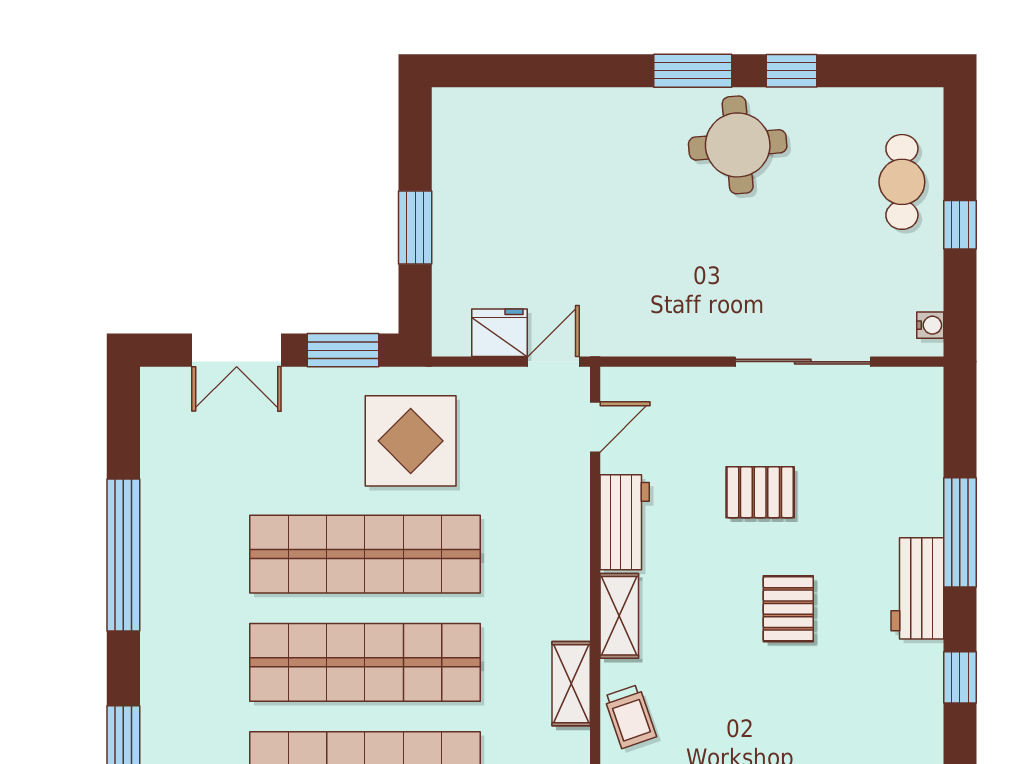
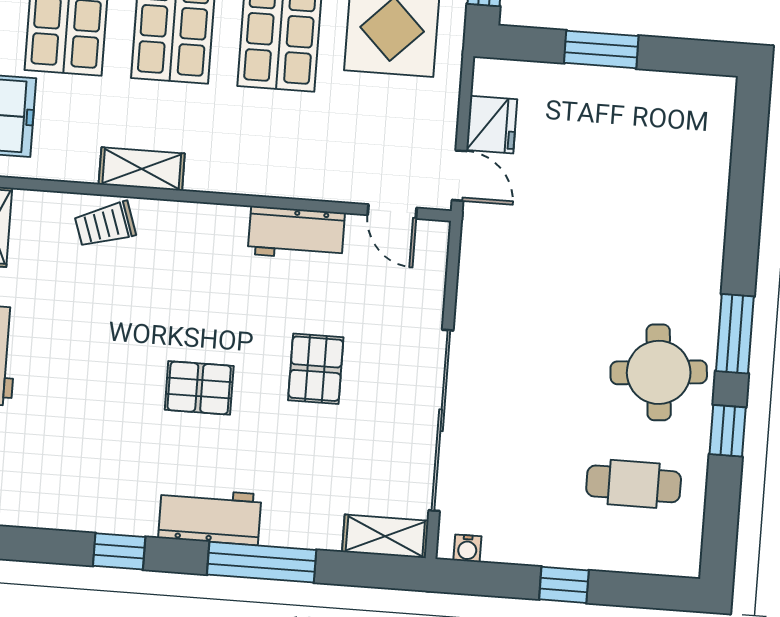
cafe table: (902, 182) -> (634, 484), moved
sliding door: (803, 362) -> (441, 420), width x1.36
shelving: (619, 616) -> (385, 536), moved

